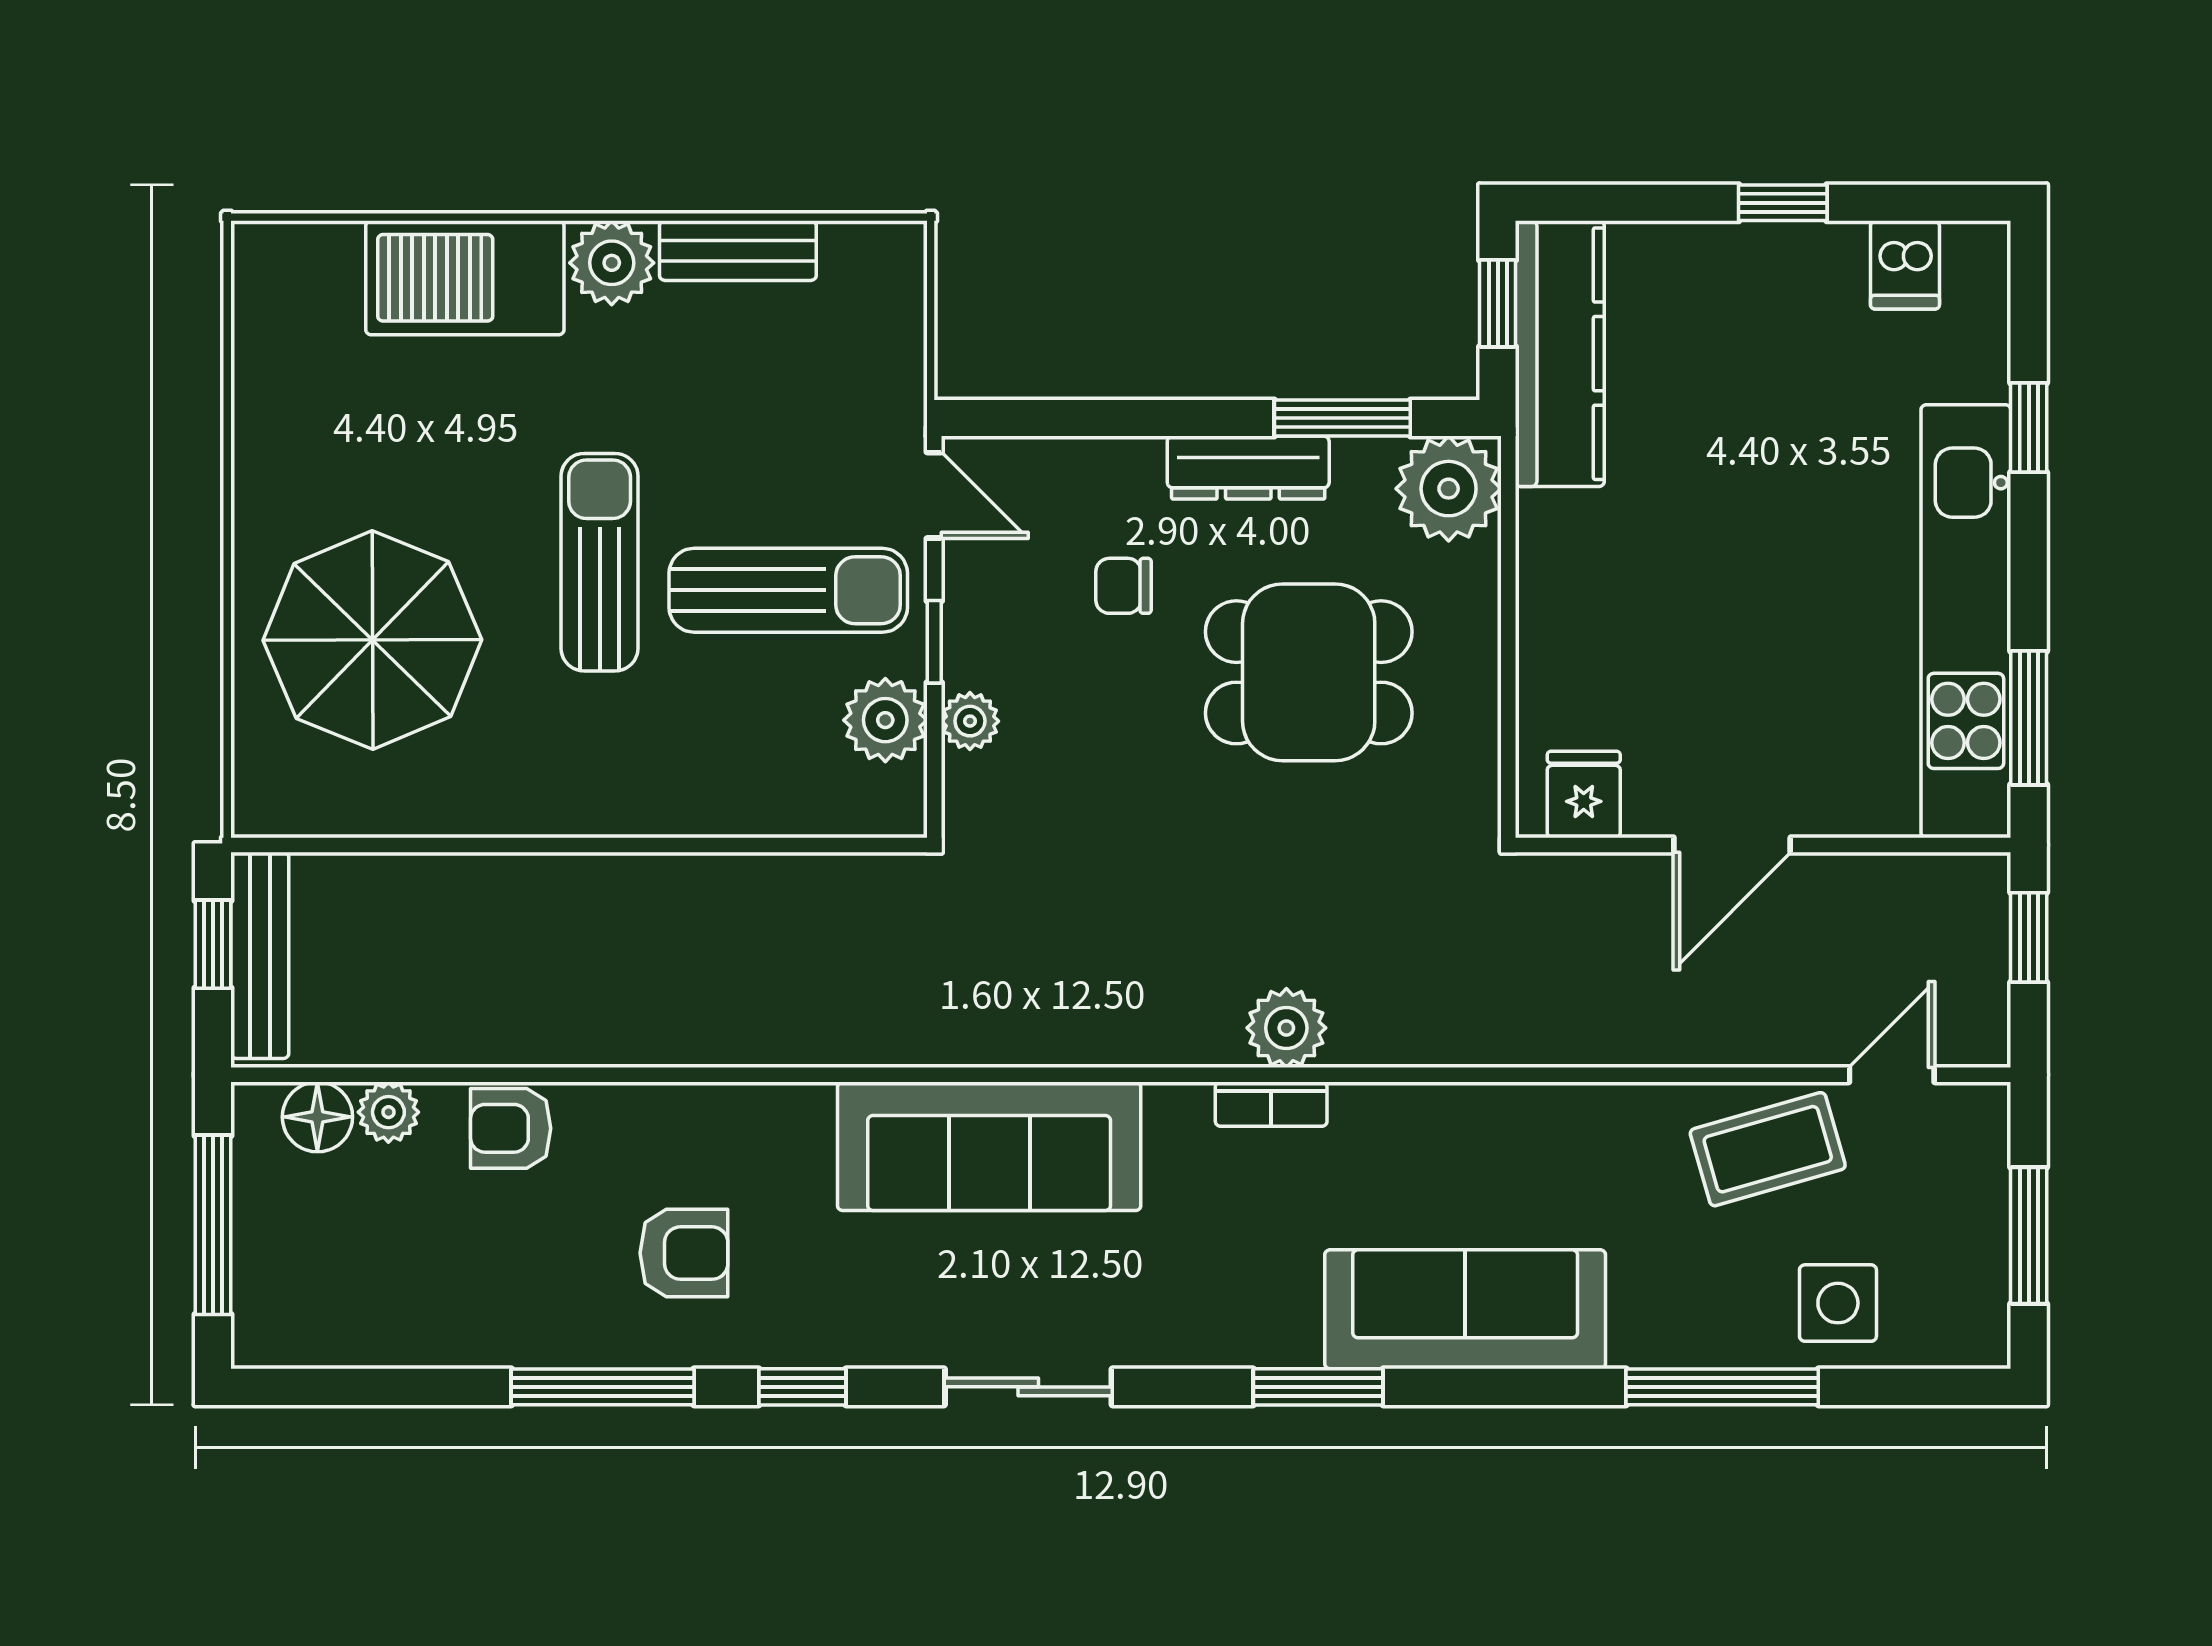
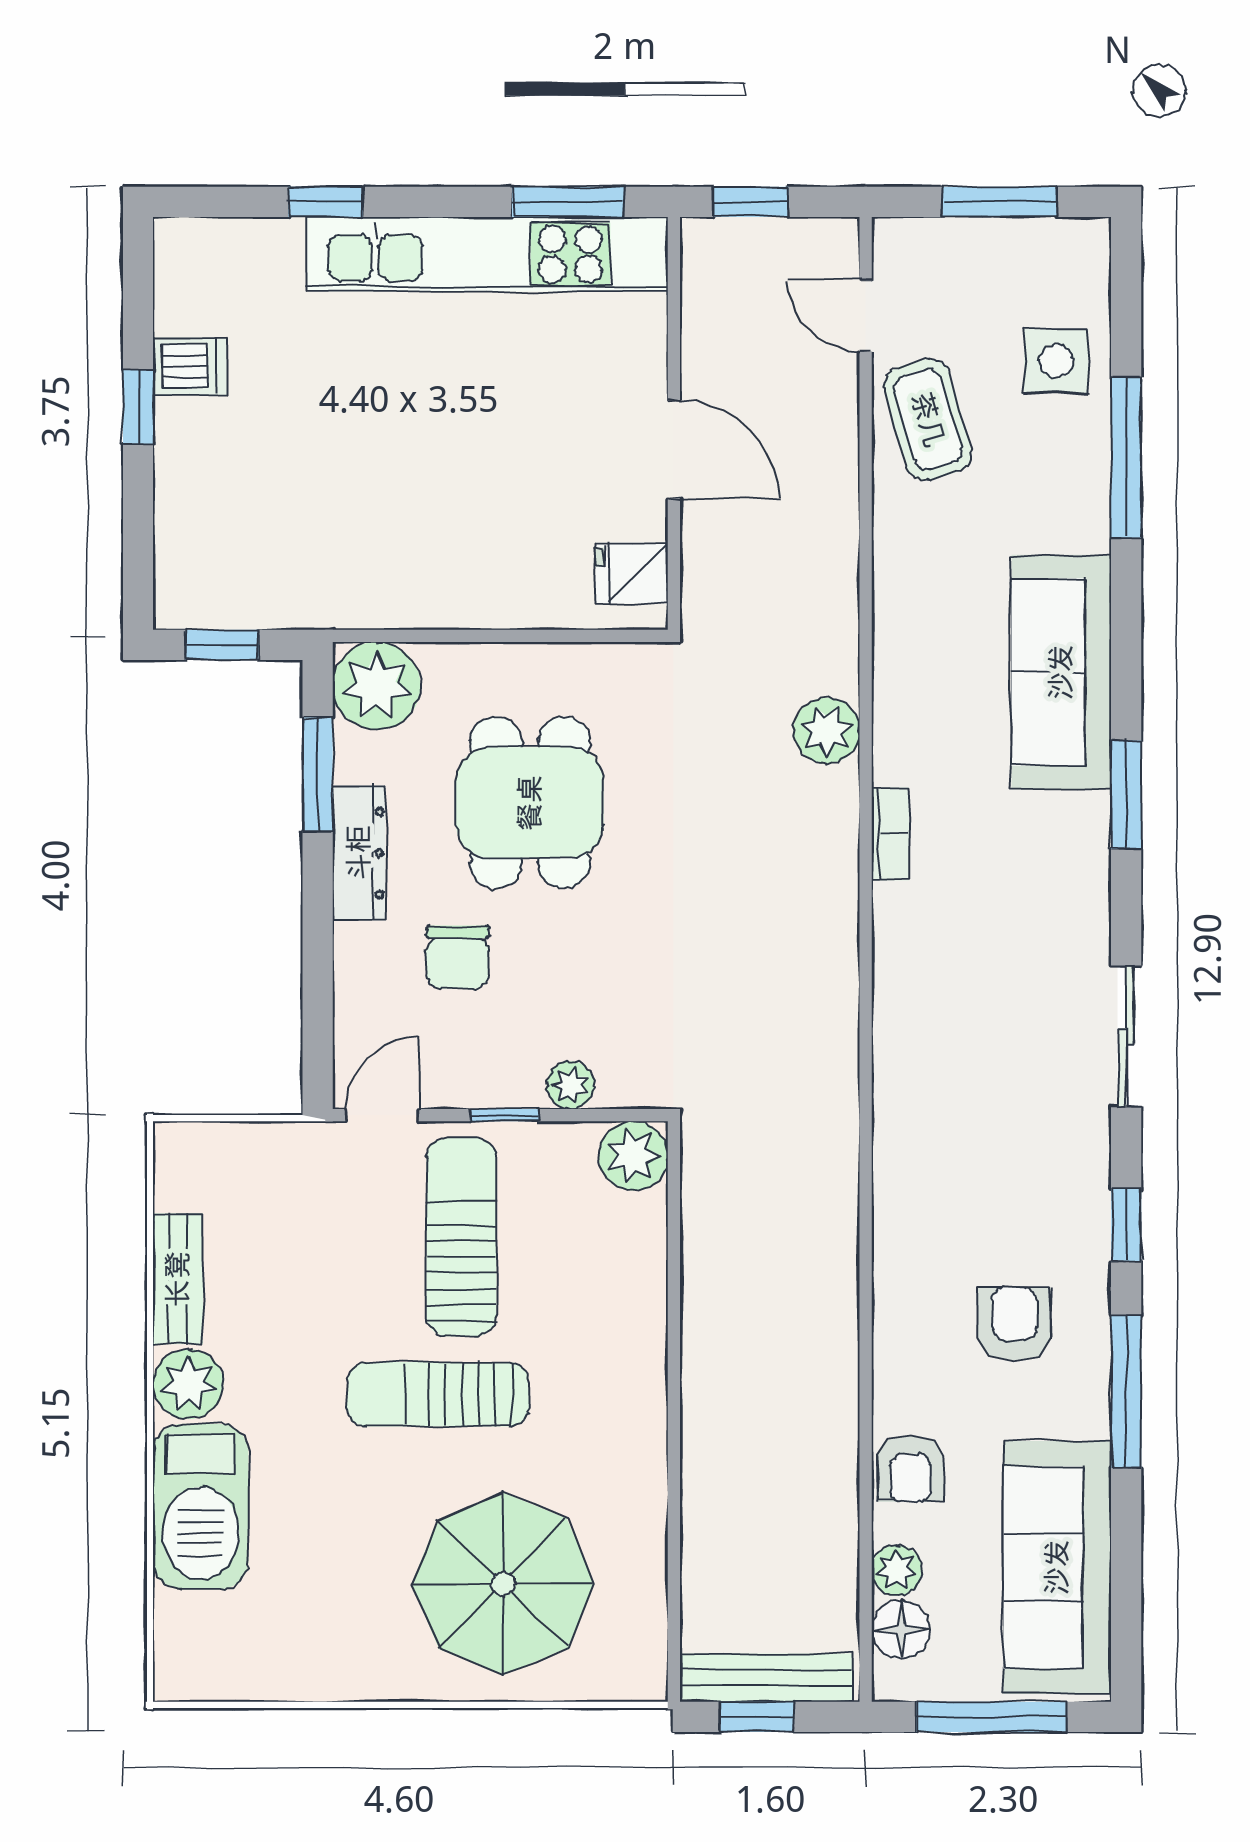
dishwasher: (1905, 265) -> (190, 366), moved
kitchen counter: (1560, 354) -> (264, 593), removed
chair: (1123, 586) -> (458, 957), width x1.37, depth x1.37
plant: (885, 720) -> (633, 1156), moved
plant: (1286, 1028) -> (827, 731), moved
sofa: (989, 1146) -> (1057, 1567), moved, turned 180

